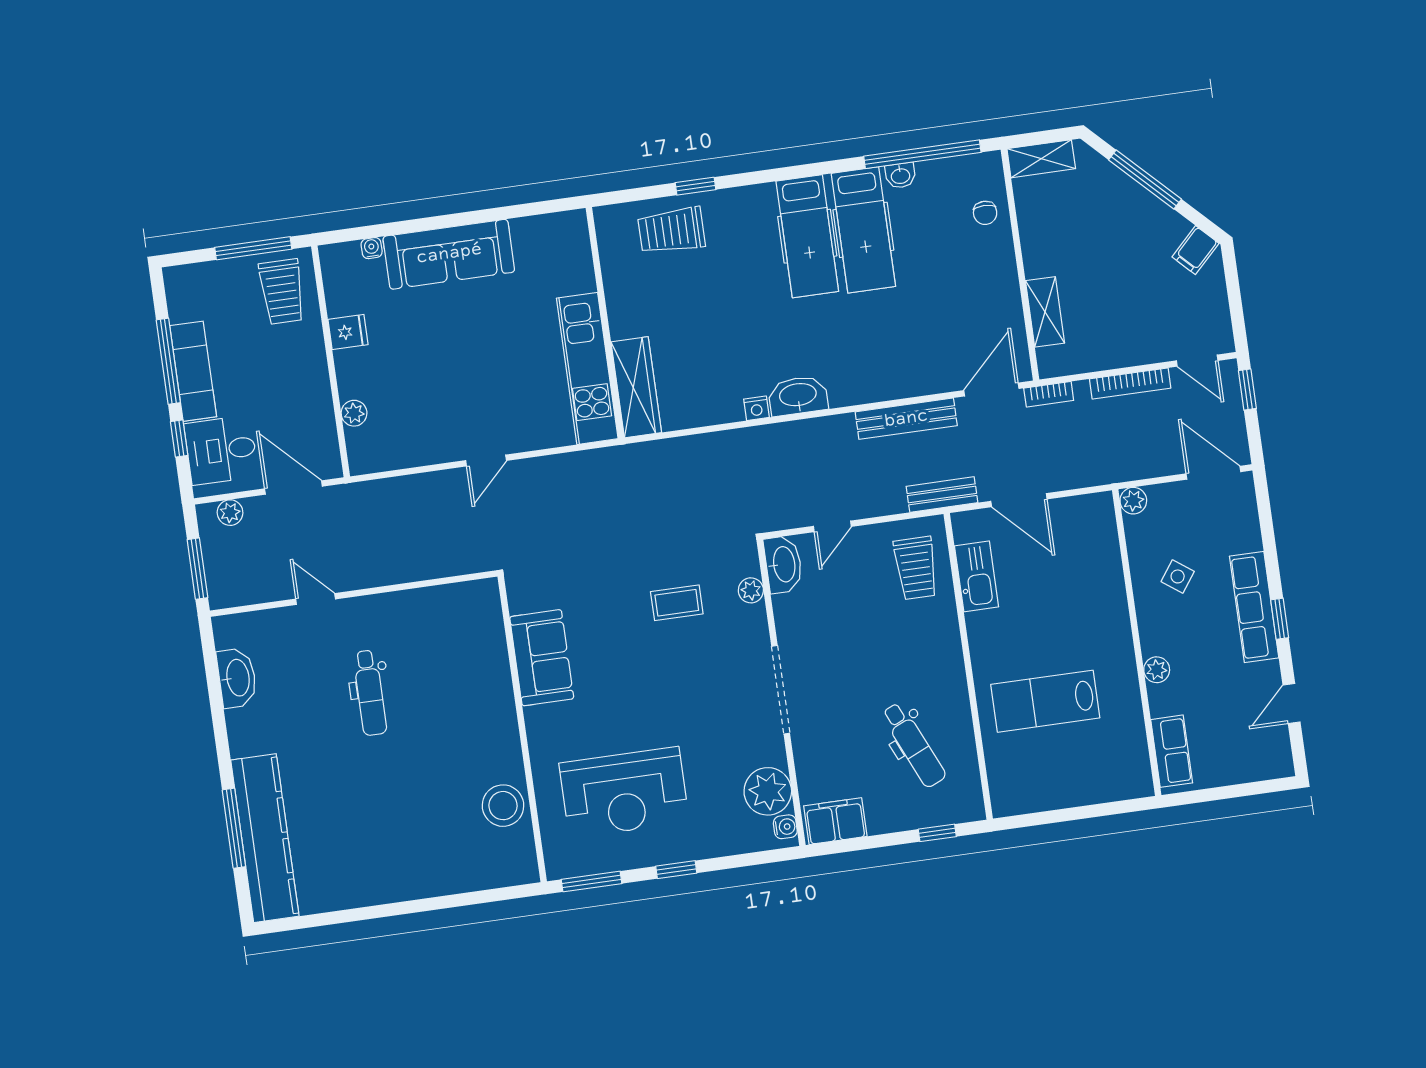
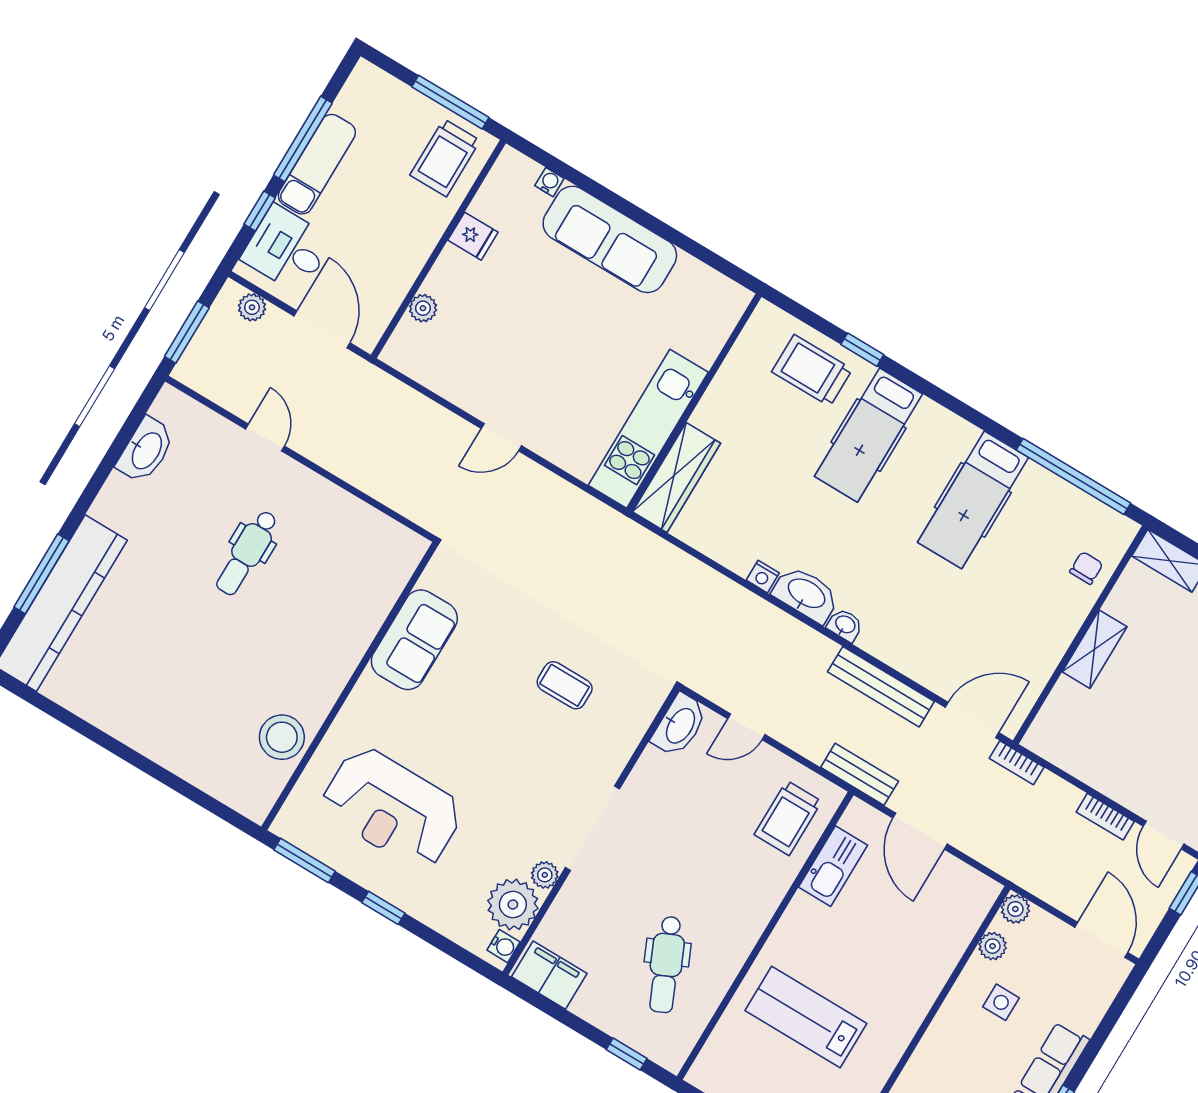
washbasin: (900, 175) -> (845, 625), moved, turned 180
chair: (985, 213) -> (1086, 568), turned 180
hospital bed: (807, 236) -> (869, 435), moved
shelving: (1045, 312) -> (1095, 649), moved
bookcase: (1130, 383) -> (1105, 817), width x0.64
side table: (1178, 576) -> (1001, 1002), turned -36
plant: (751, 590) -> (545, 875), moved
plant: (1157, 670) -> (993, 946), moved

